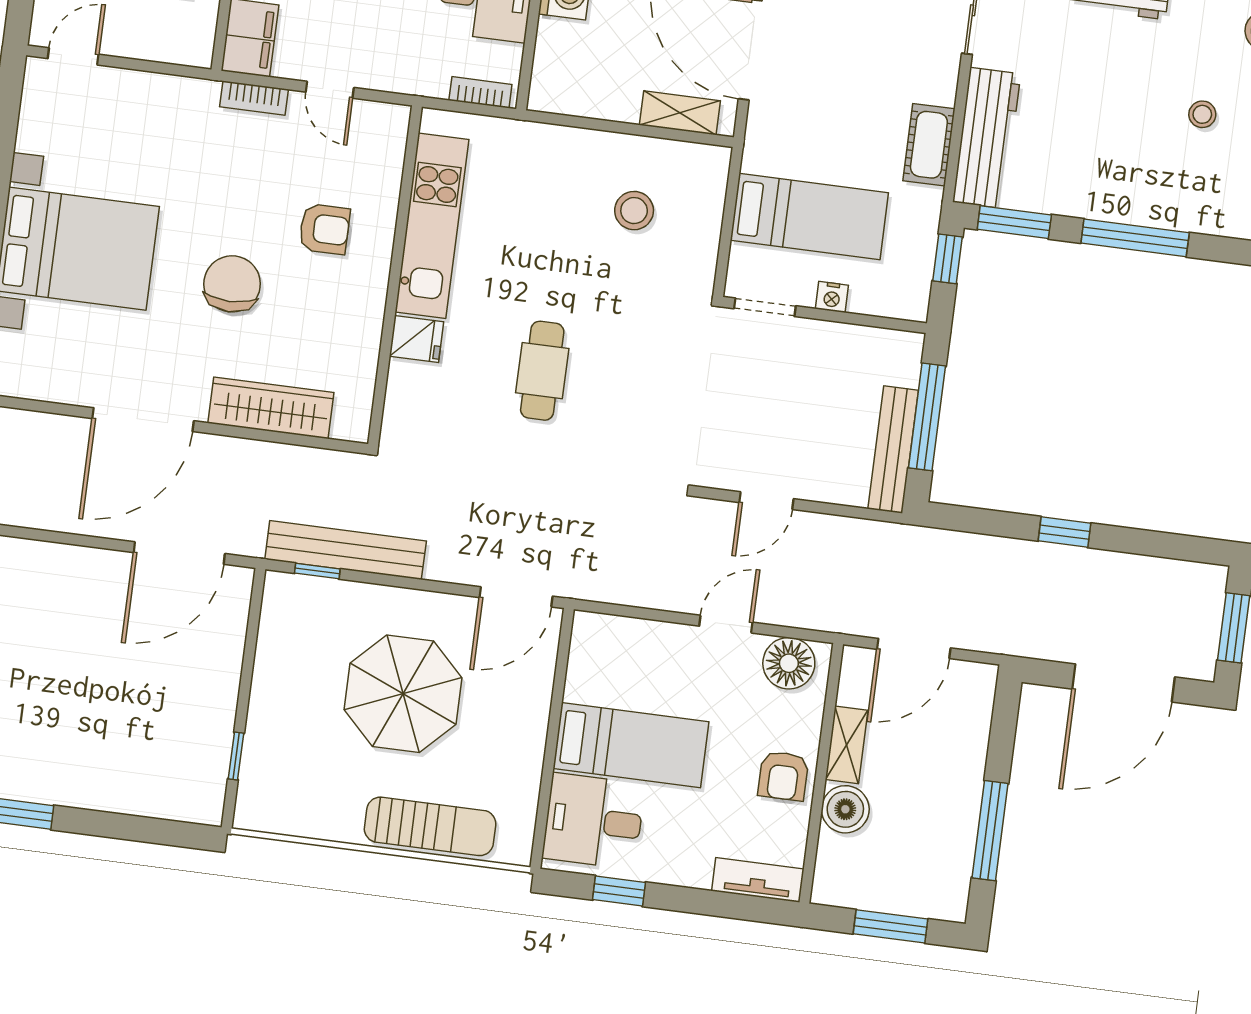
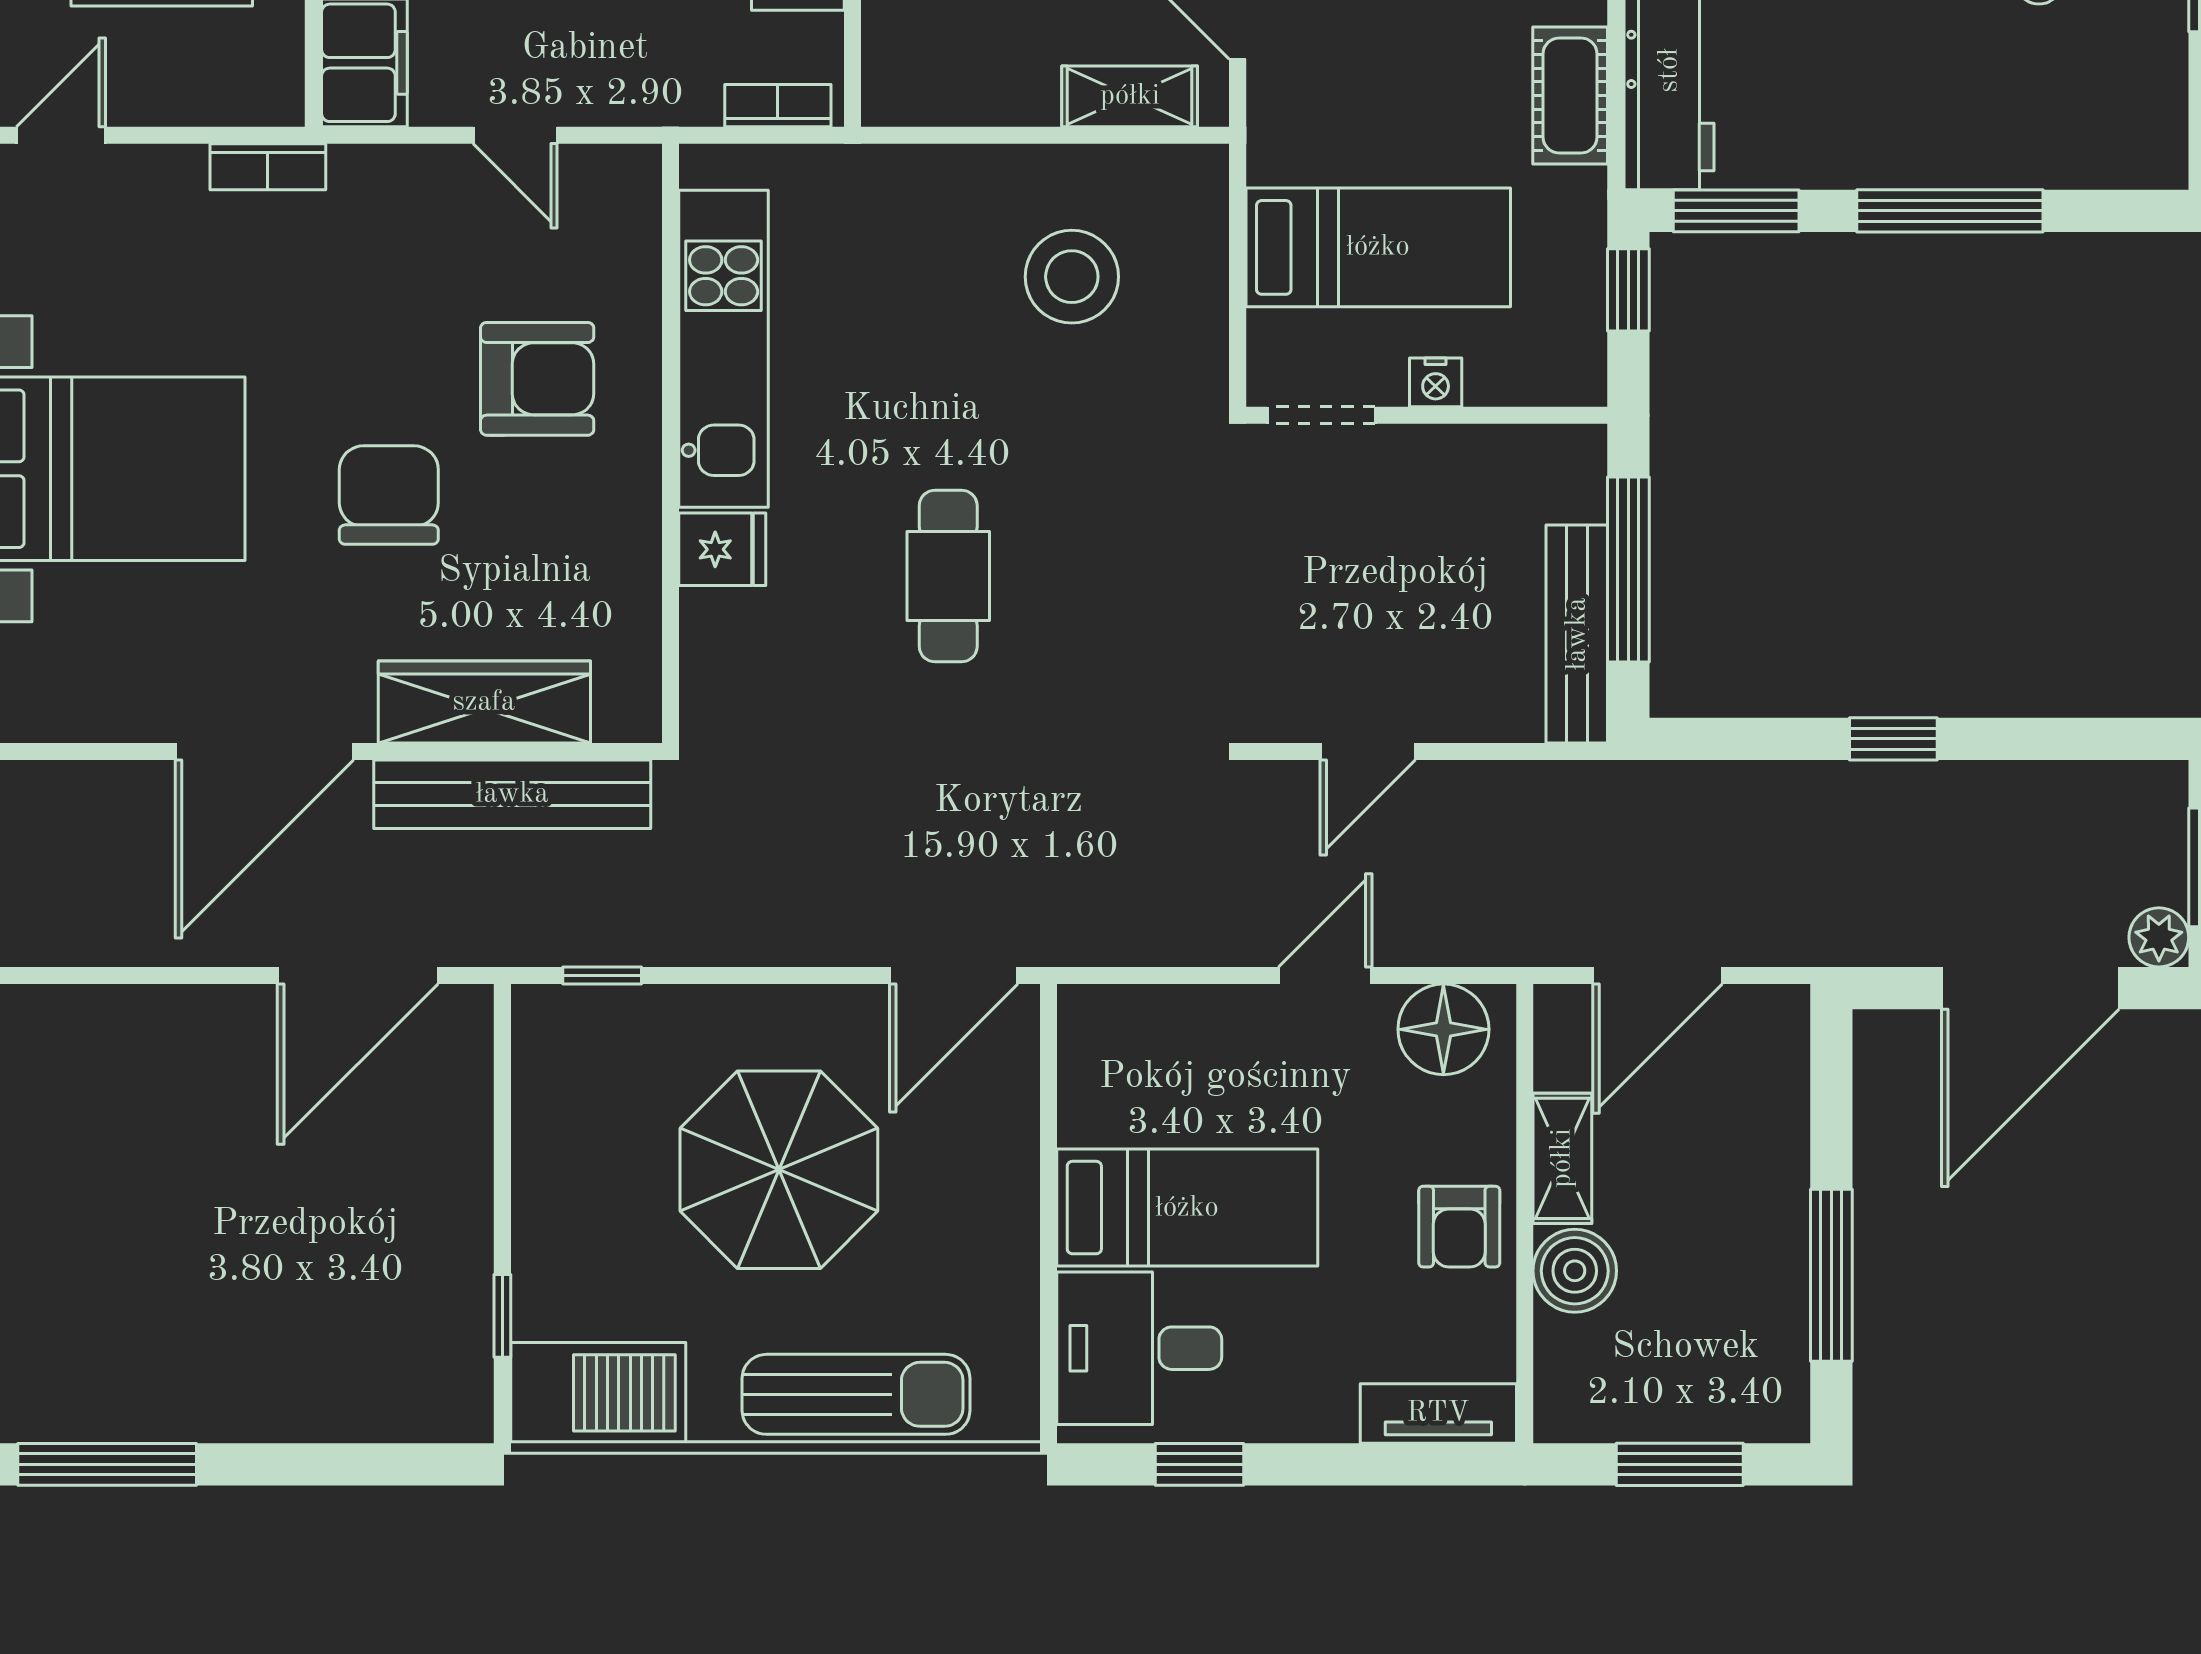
bookcase: (254, 98) -> (268, 167), moved
stool: (634, 211) -> (1072, 277), width x1.38, depth x1.38
armchair: (324, 229) -> (537, 379), width x1.38, depth x1.38
bench: (346, 550) -> (512, 794), moved
plant: (1200, 664) -> (2159, 937), added
barbecue: (284, 807) -> (598, 1393), added

